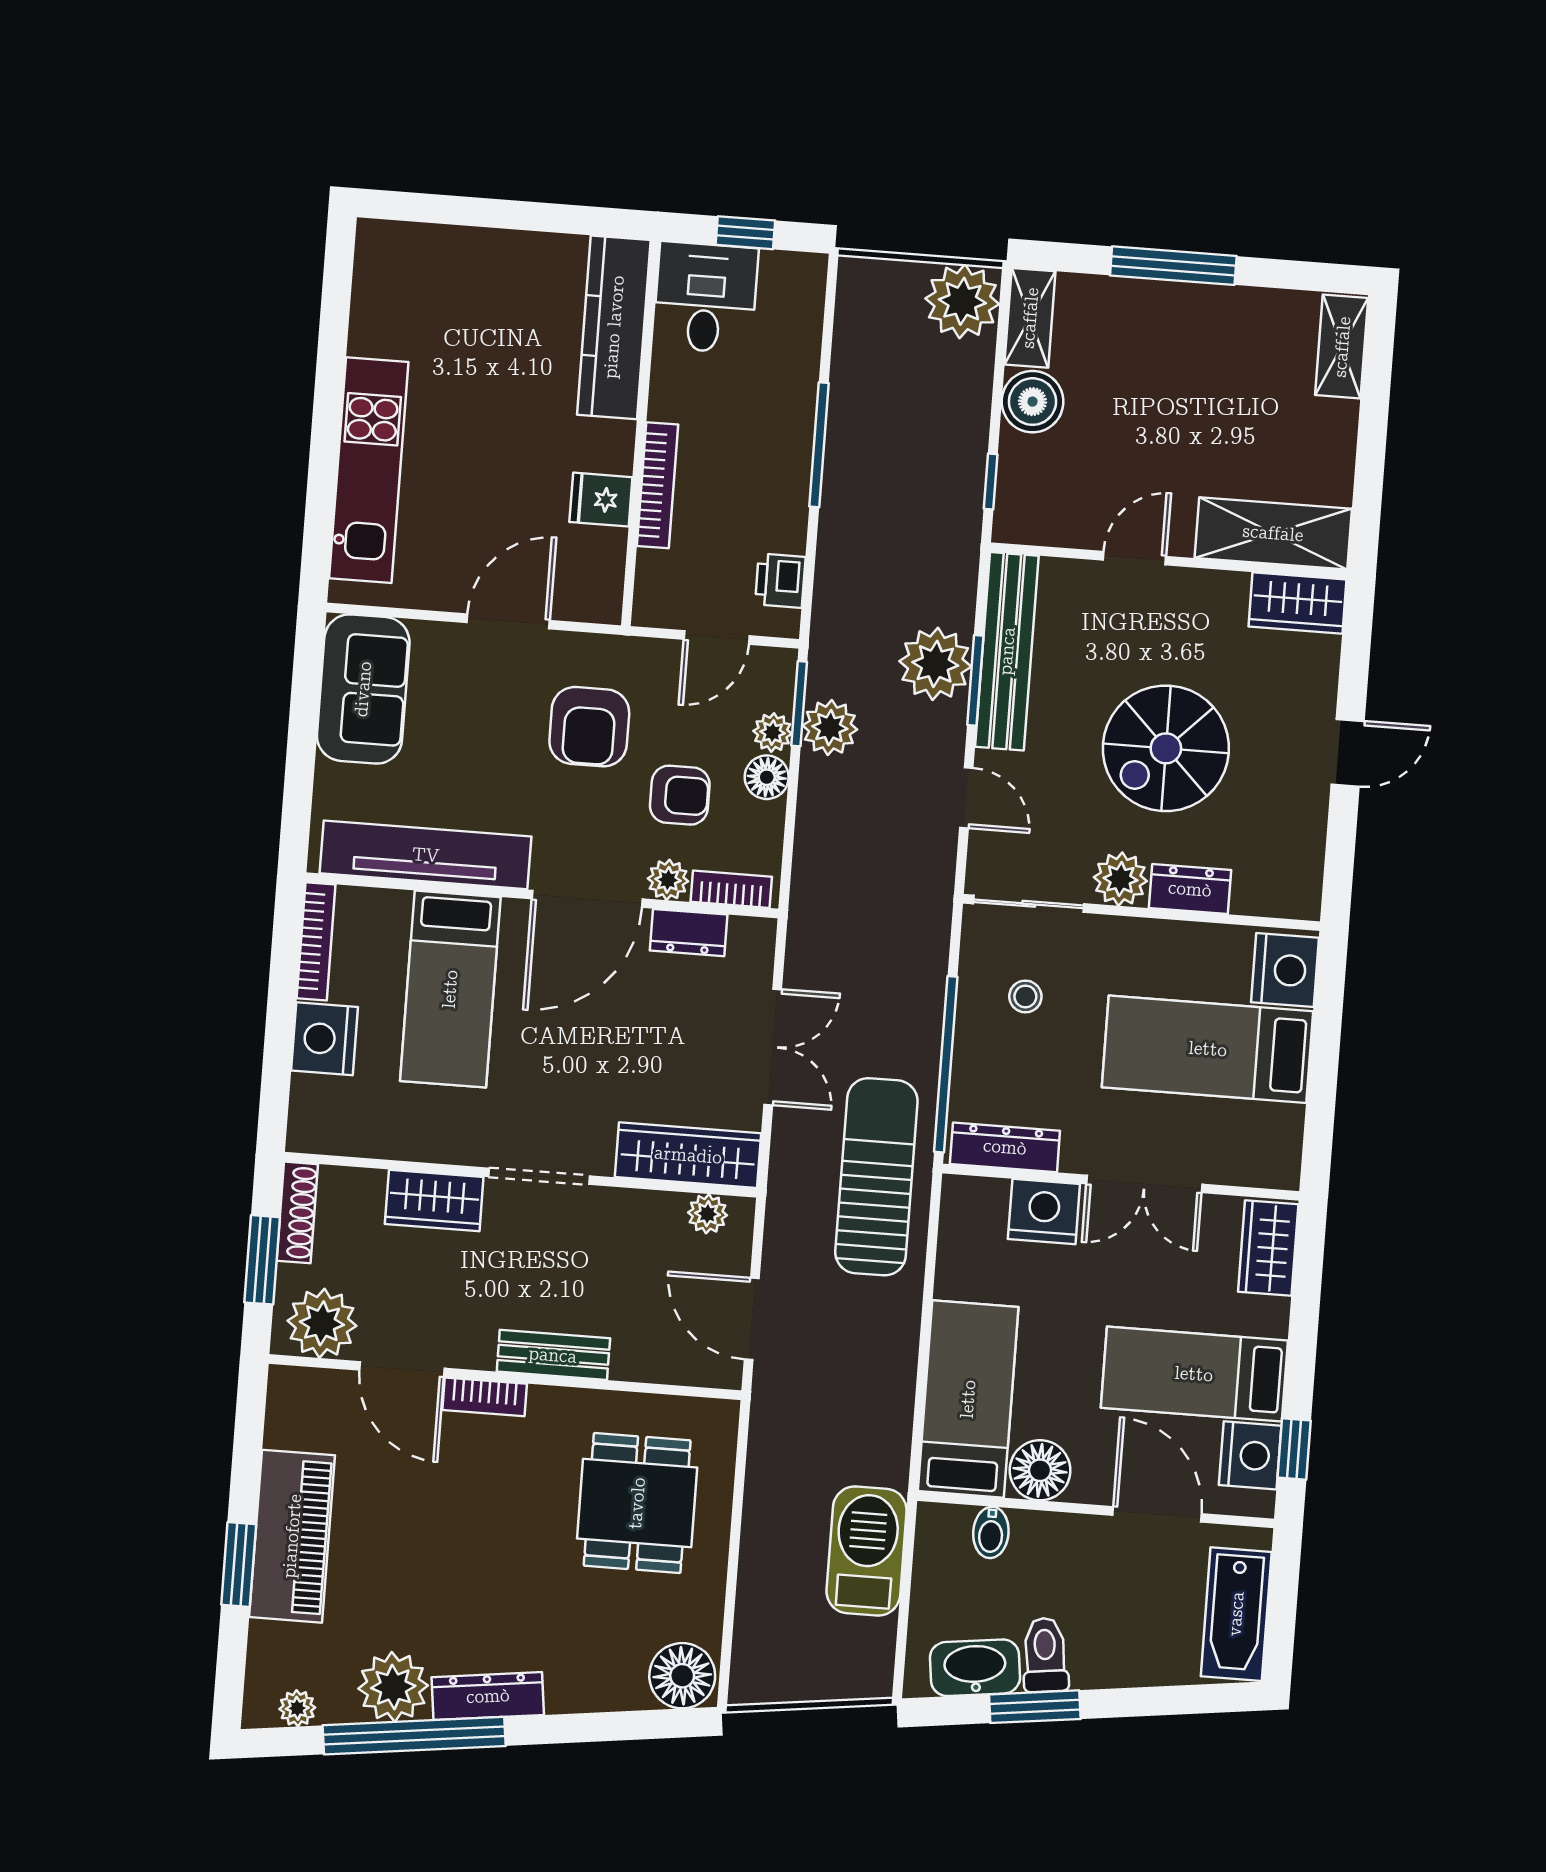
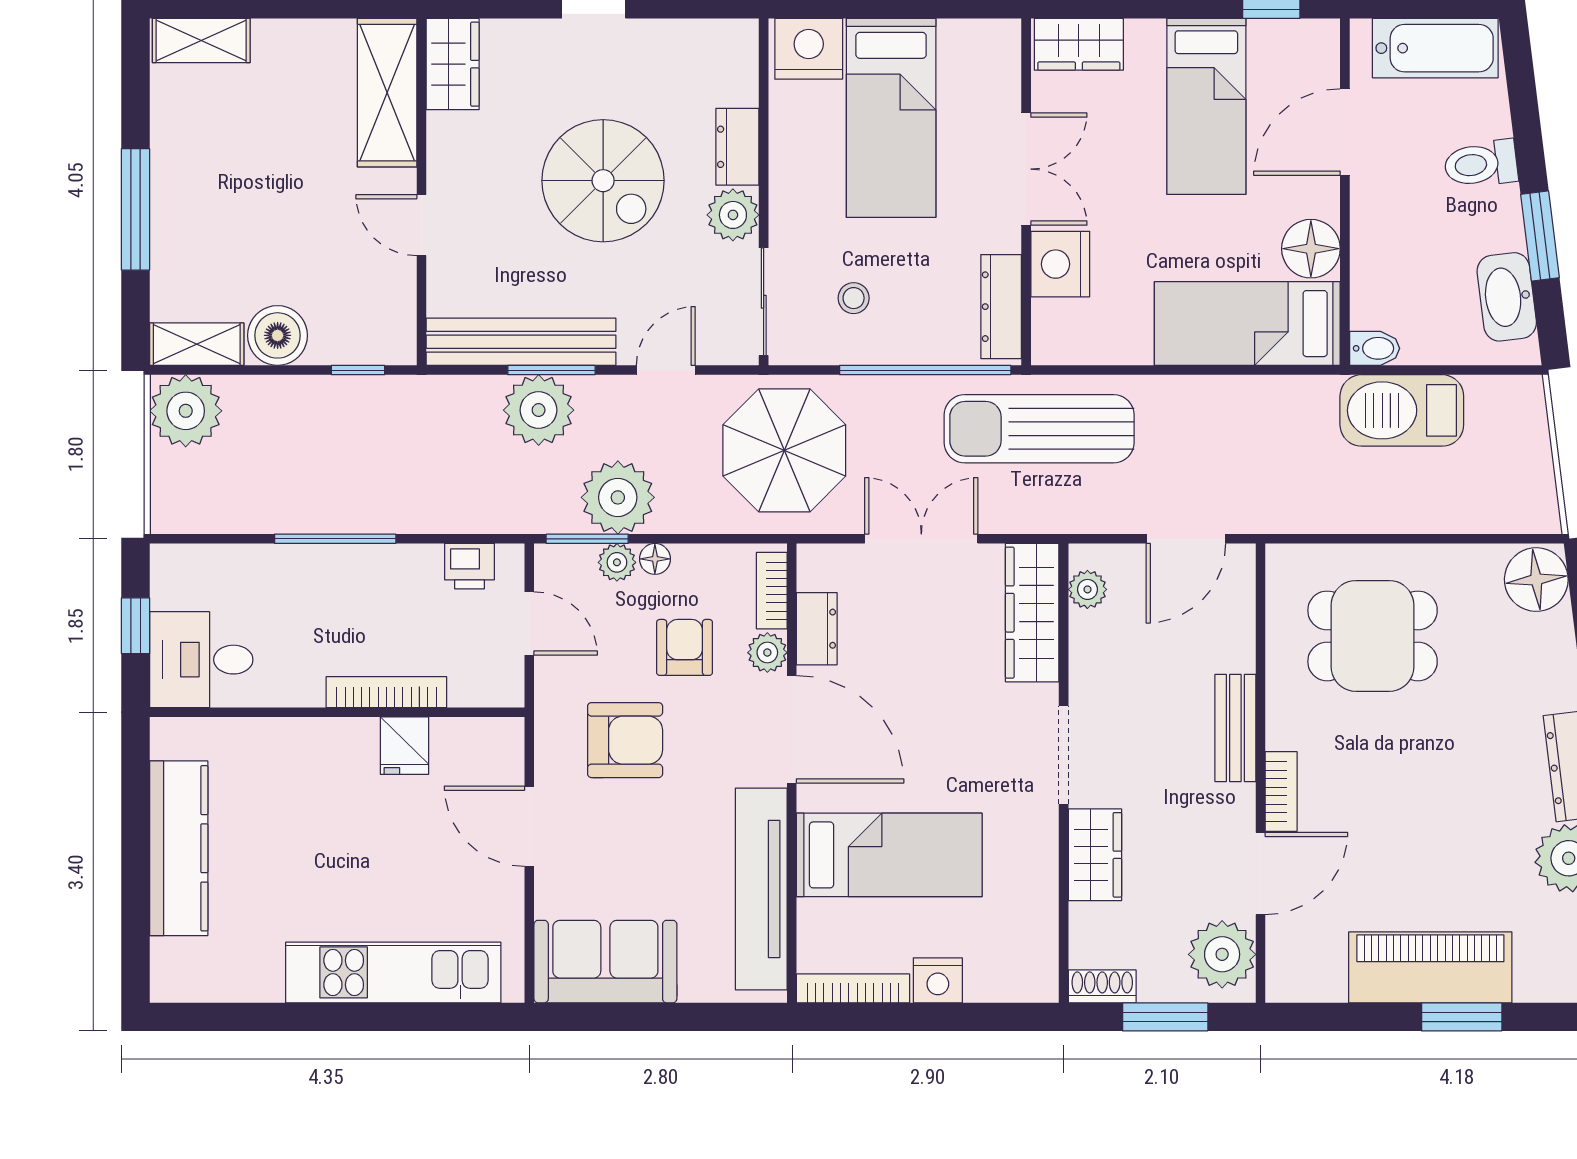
kitchen counter: (614, 327) -> (179, 848), moved, turned -90
plant: (830, 728) -> (618, 497), width x1.36, depth x1.36
floor lamp: (767, 777) -> (655, 559), width x0.73, depth x0.73
parasol: (874, 913) -> (784, 450), added
nightstand: (325, 1039) -> (938, 980), width x0.74, depth x0.75
shoe rack: (297, 1212) -> (1102, 986), width x0.70
nightstand: (1250, 1455) -> (1281, 46), removed
bidet: (991, 1532) -> (1375, 348), moved
toilet: (1045, 1655) -> (1481, 164), moved

